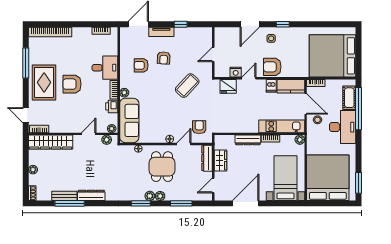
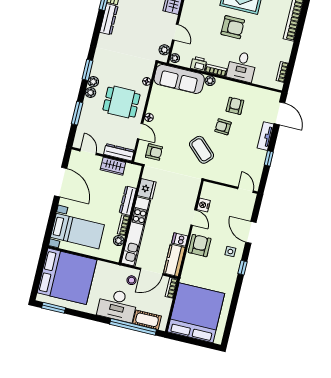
door: (213, 54) -> (246, 190), moved
armchair: (164, 58) -> (223, 127), moved
armchair: (72, 84) -> (233, 27), turned 90
fridge: (228, 86) -> (147, 189), moved, turned 180
kitchen unit: (282, 126) -> (136, 231), width x1.36
plant: (300, 140) -> (119, 241), moved

